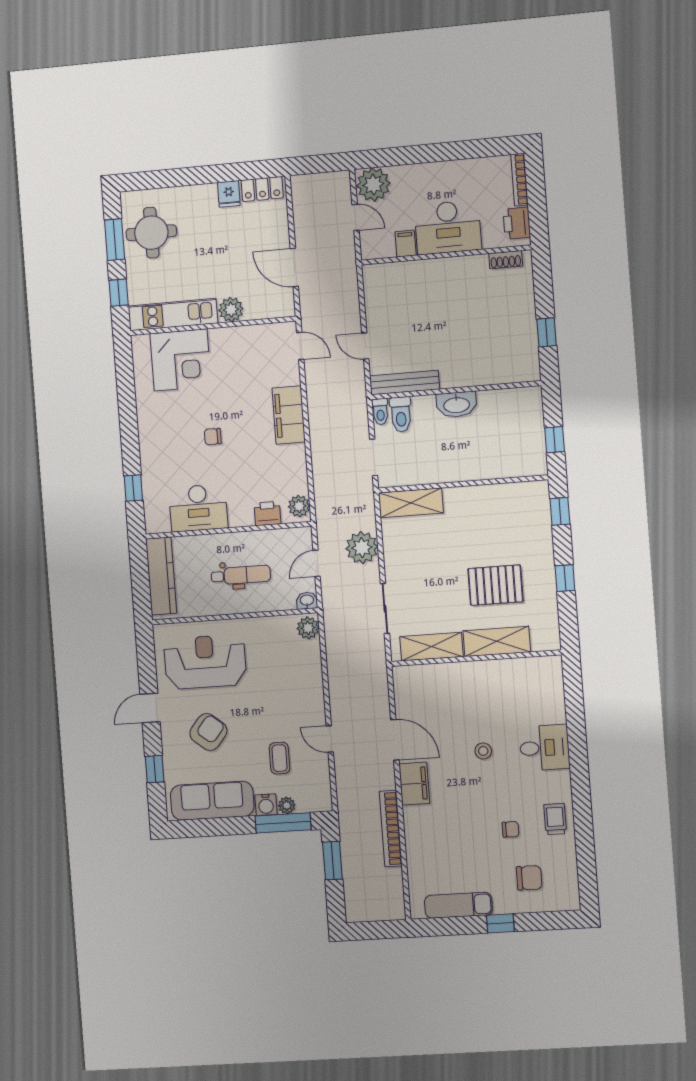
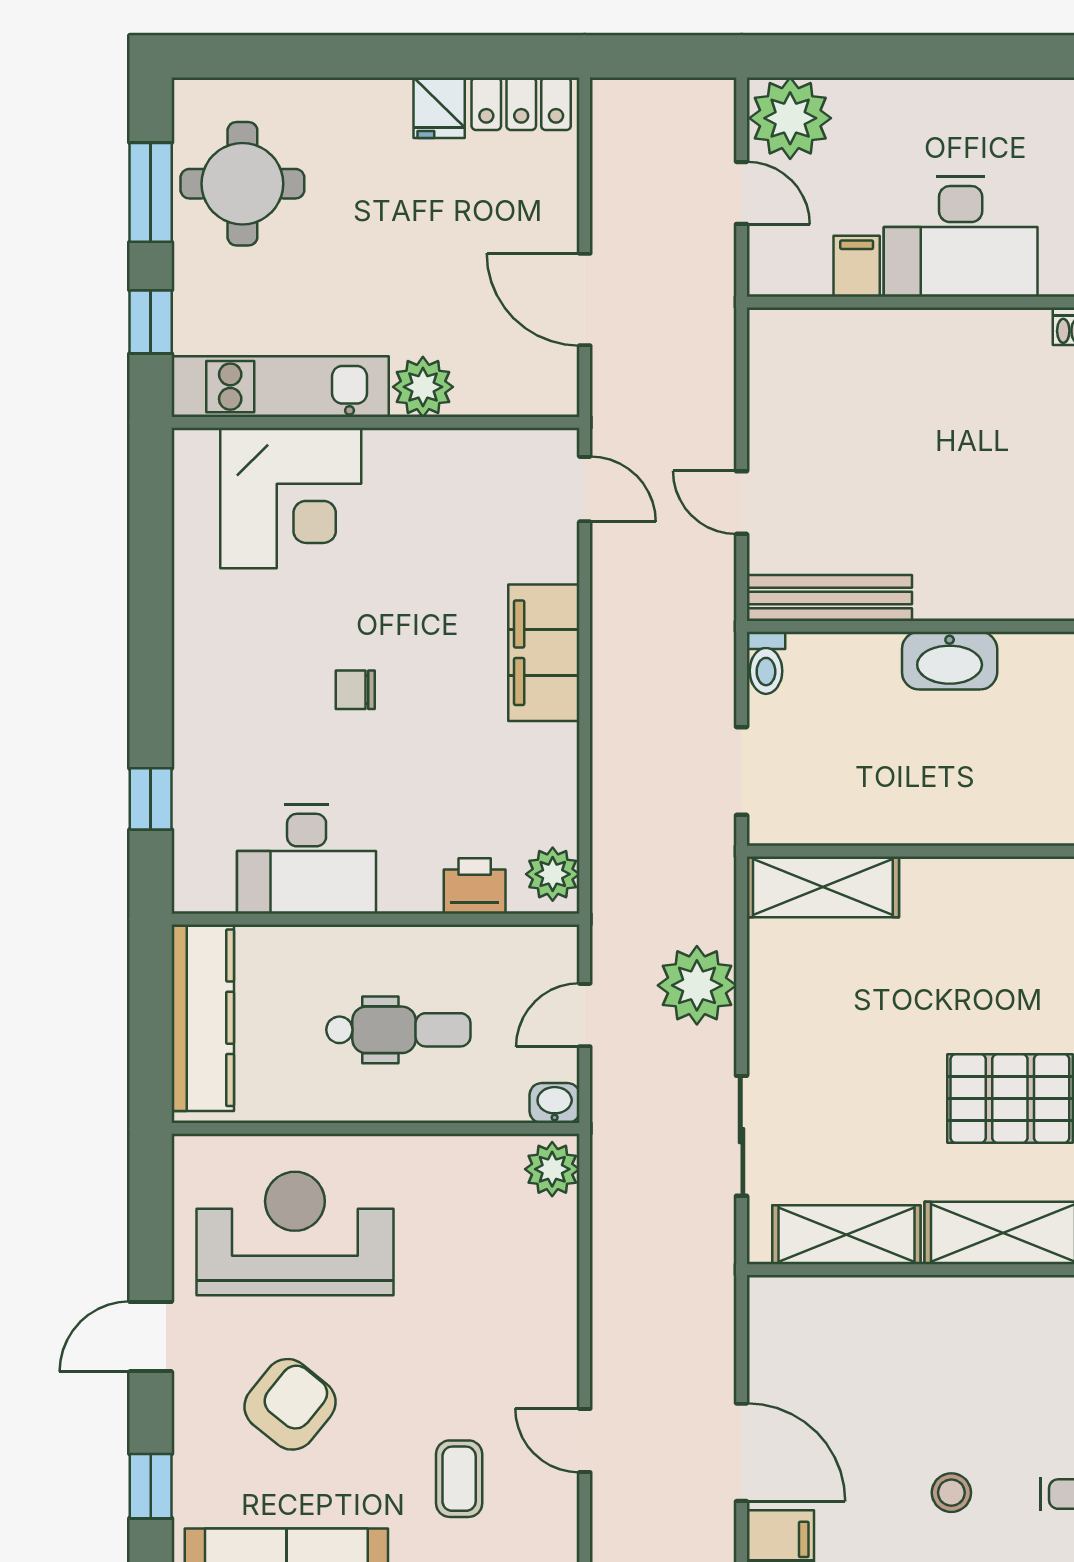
toilet: (401, 414) -> (815, 673), removed

